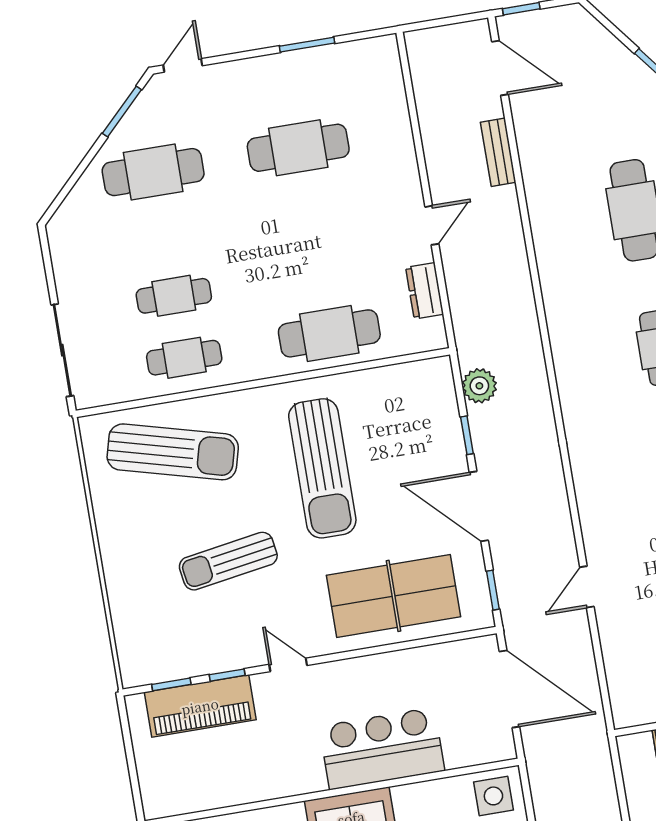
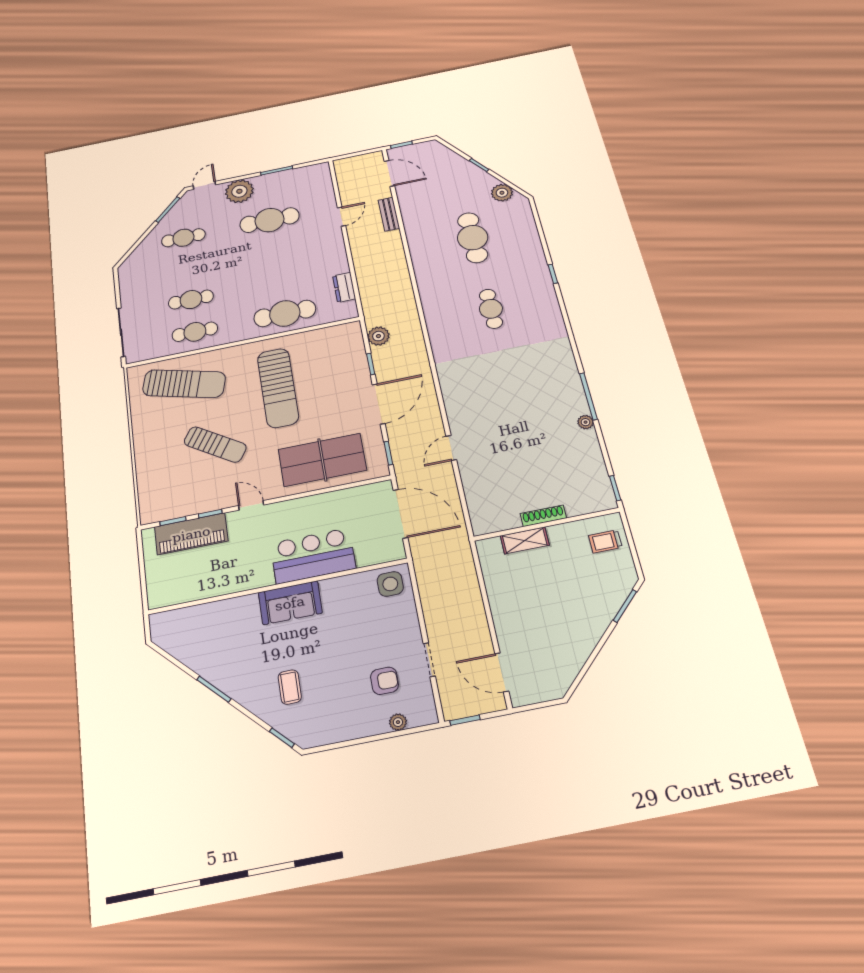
plant: (244, 83) -> (239, 191), added
cafe table: (153, 172) -> (183, 238), width x0.73, depth x0.74
door: (432, 225) -> (342, 217), moved
door: (479, 506) -> (379, 404), swing flipped
sun lounger: (228, 561) -> (215, 444), turned -138

